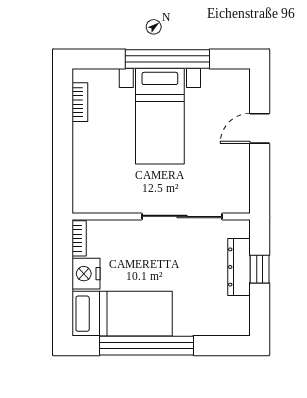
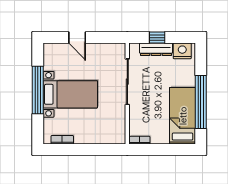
nightstand: (86, 274) -> (182, 51), moved, turned 180

